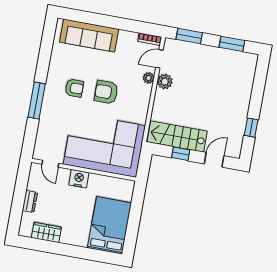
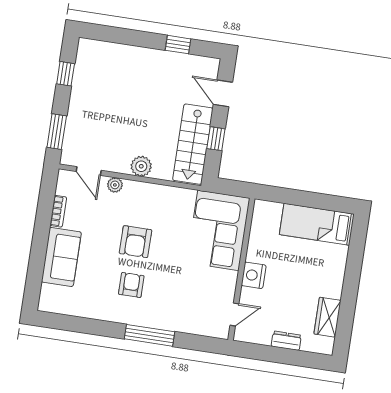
sofa: (89, 36) -> (61, 257), width x0.73
bookcase: (150, 39) -> (58, 211), moved
window: (232, 44) -> (66, 74), width x0.67
plant: (165, 82) -> (141, 166), moved
corner sofa: (104, 145) -> (218, 230), width x0.73, depth x0.74
bed: (110, 225) -> (317, 224), width x0.67

